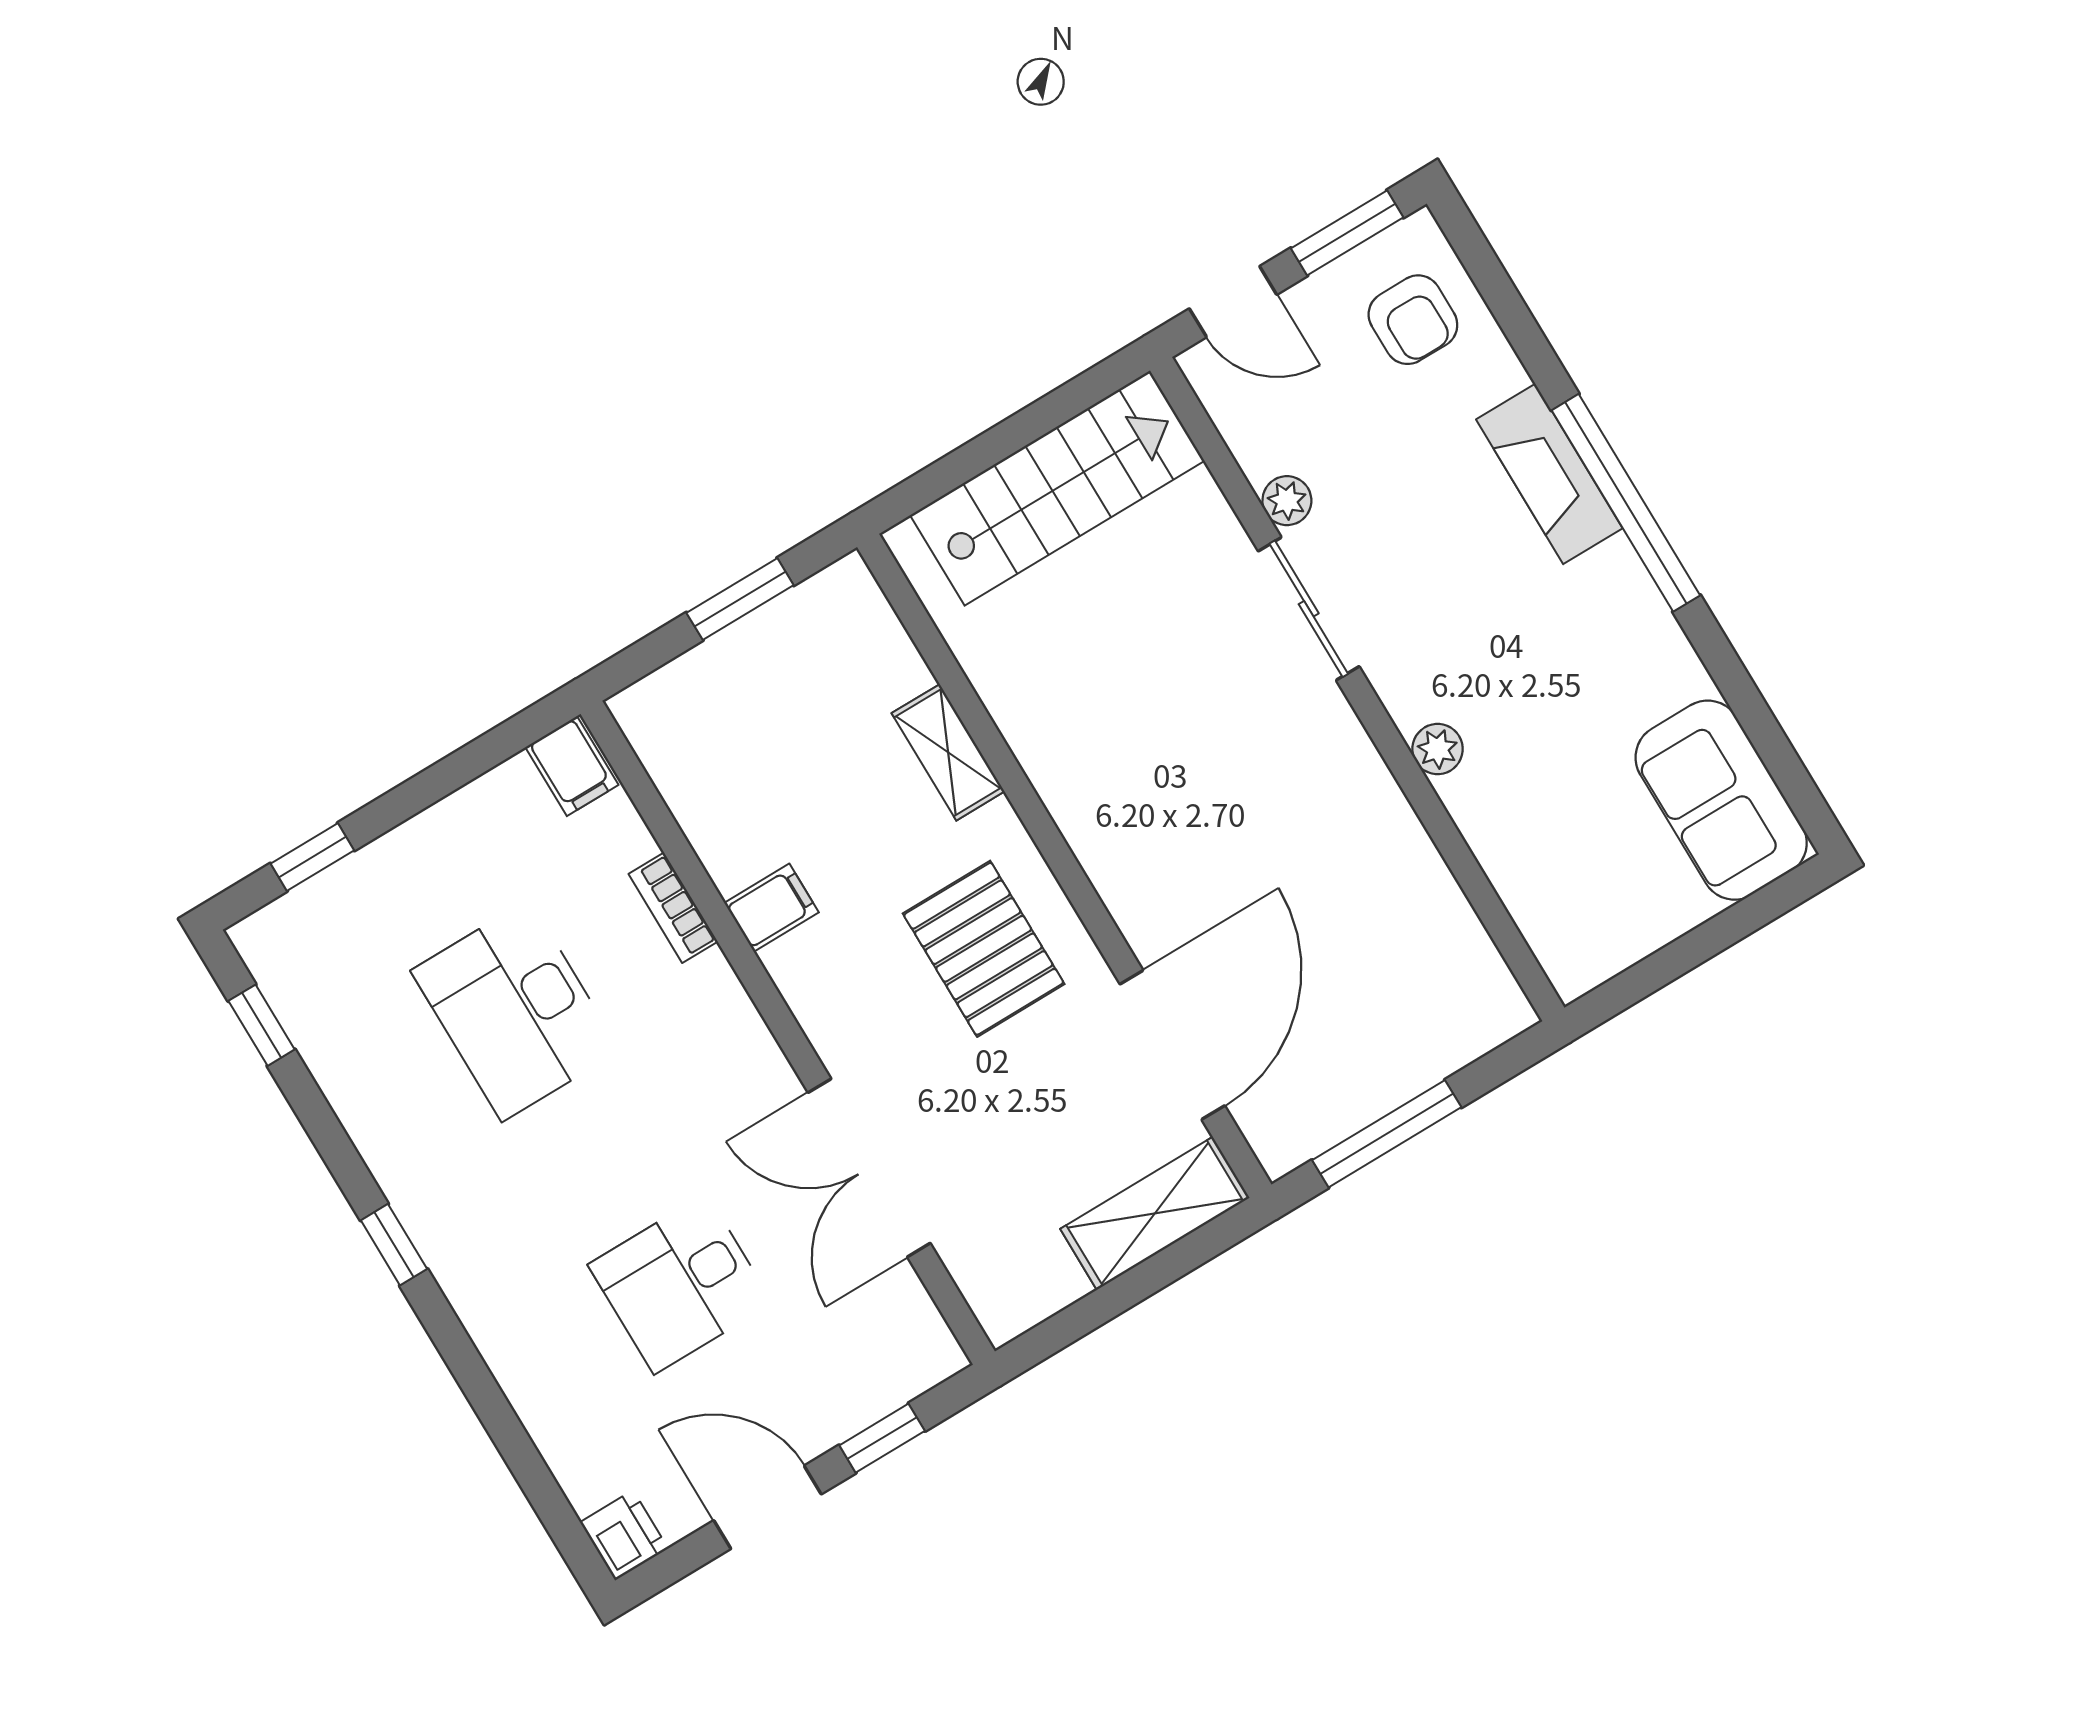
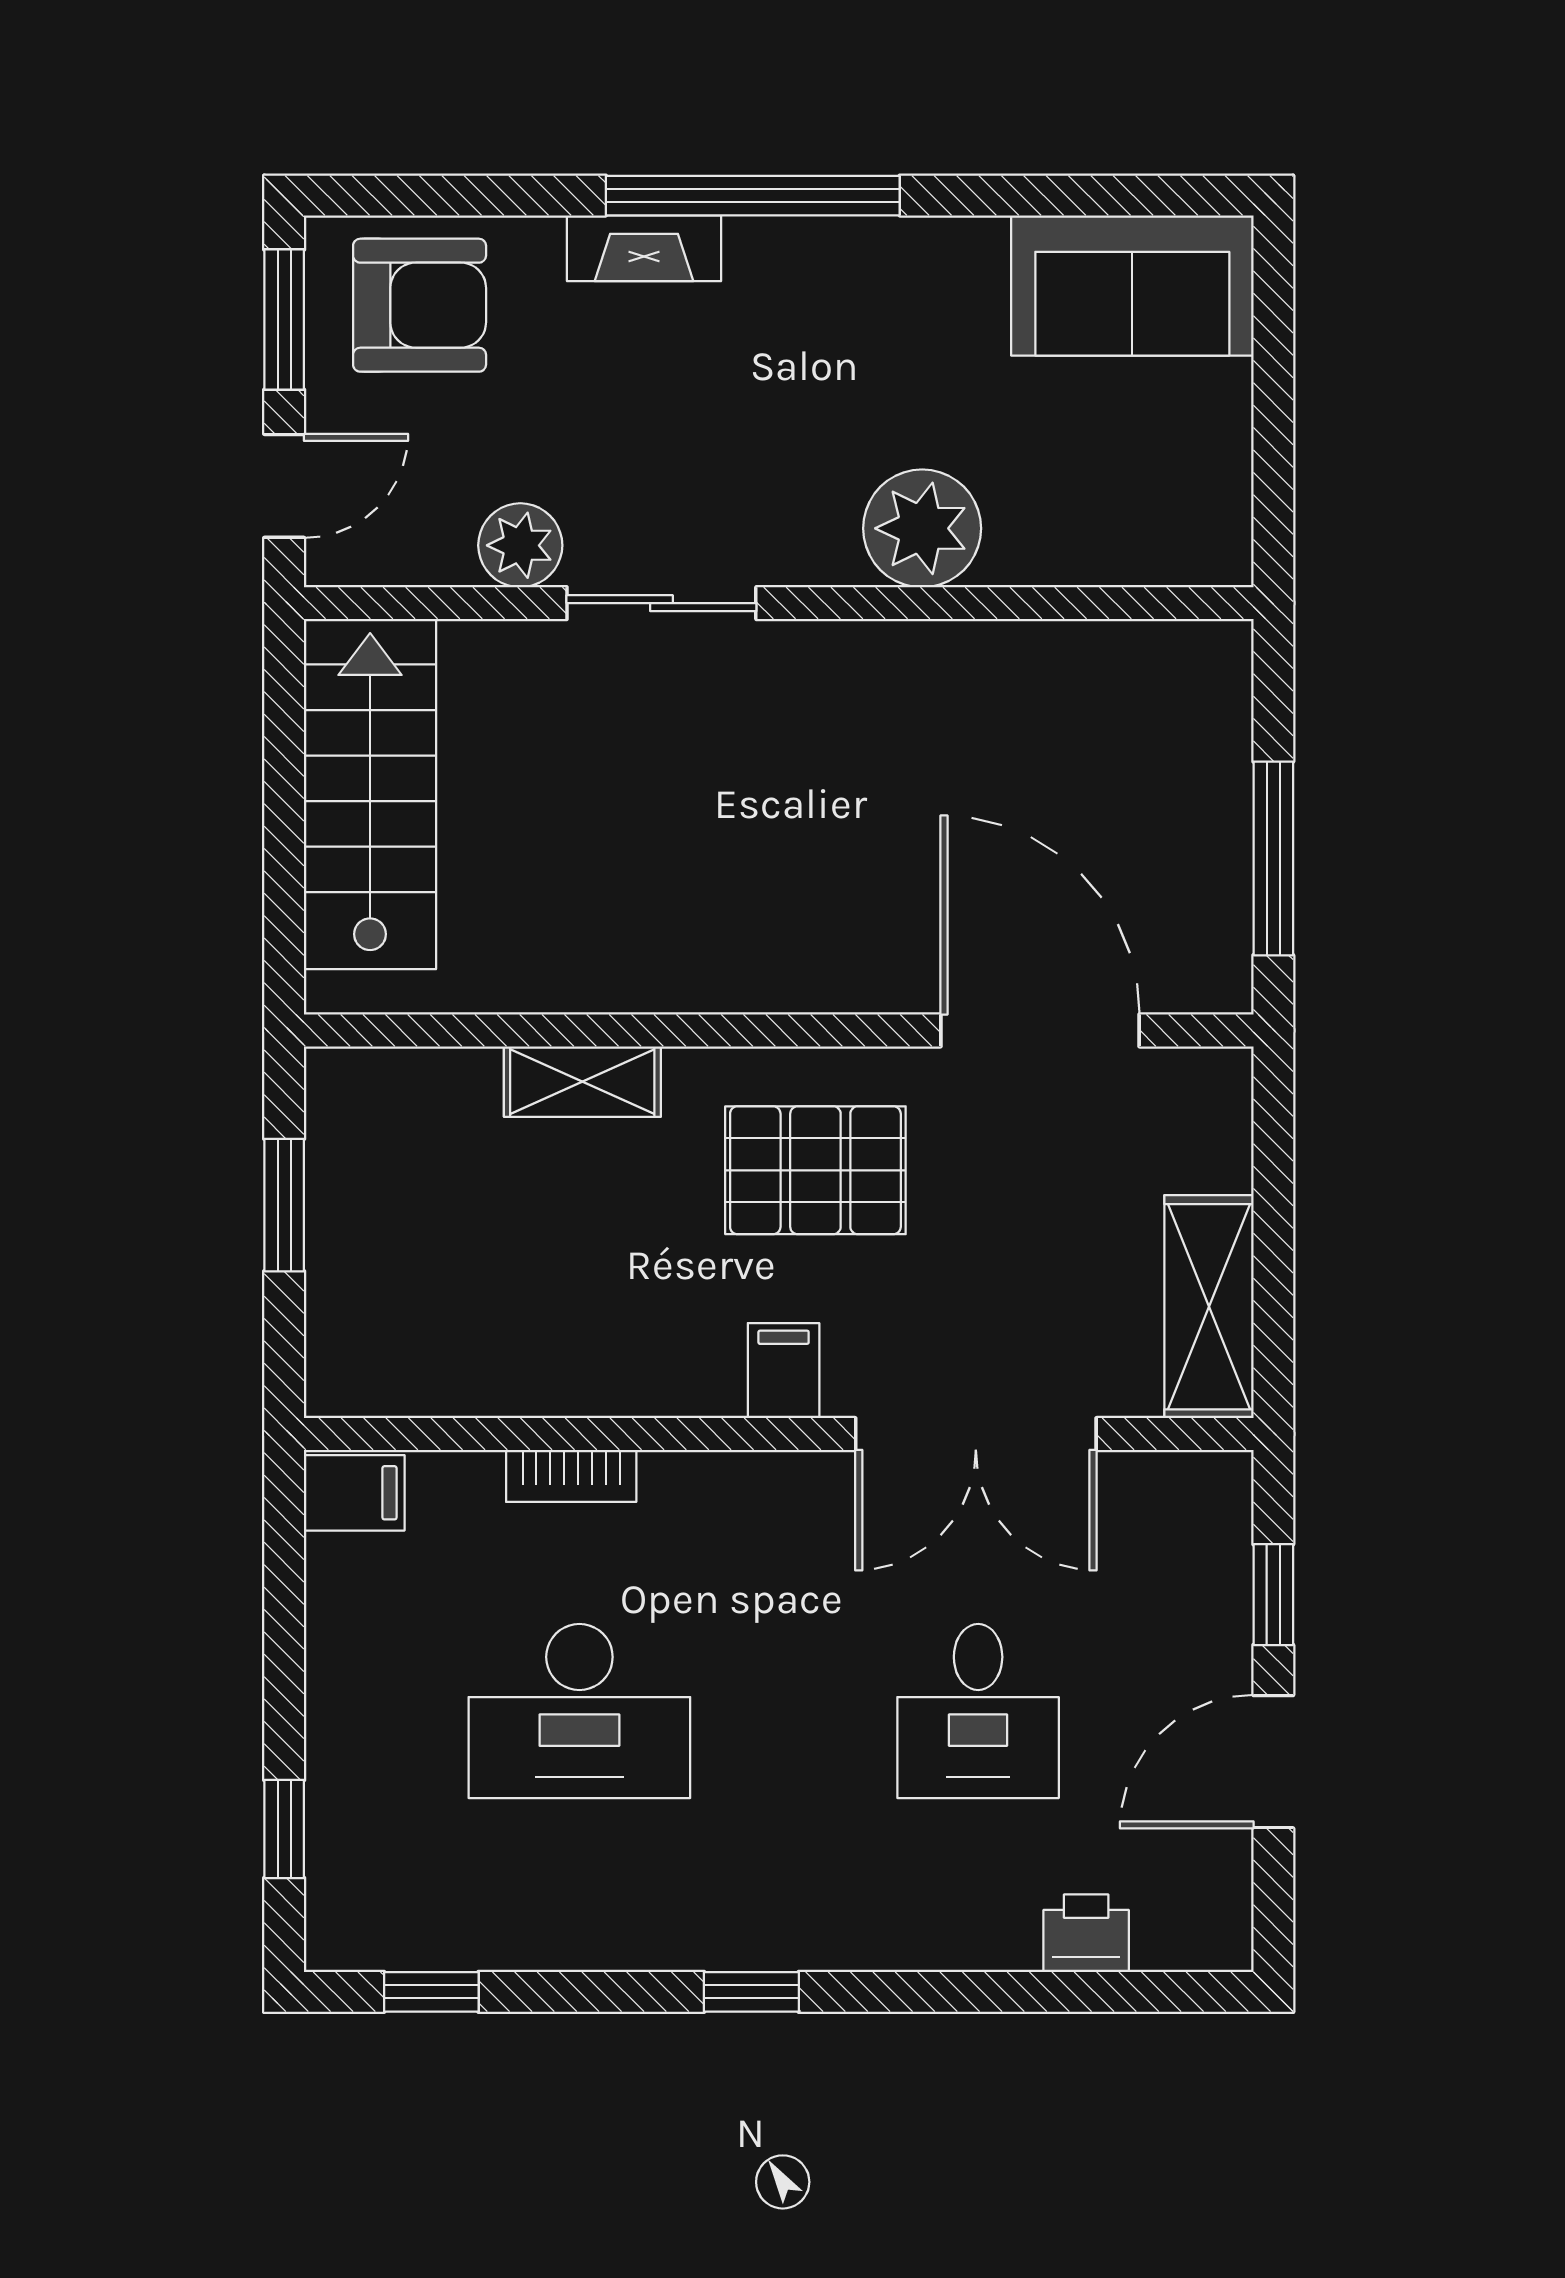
armchair: (1413, 320) -> (420, 305), width x1.38, depth x1.38
fireplace: (1549, 474) -> (644, 248), width x0.73, depth x0.76
plant: (1287, 501) -> (520, 545), width x1.38, depth x1.38
plant: (1438, 749) -> (922, 528), width x1.87, depth x1.87
filing cabinet: (772, 908) -> (784, 1371), moved
shelving: (1155, 1213) -> (1209, 1307), moved
printer: (624, 1535) -> (1086, 1933), moved

